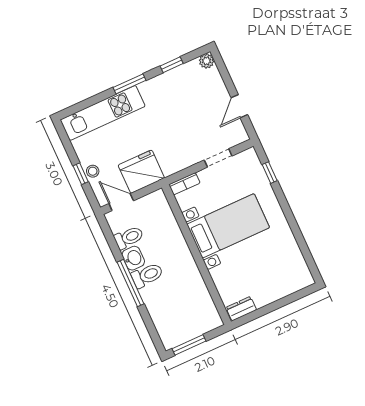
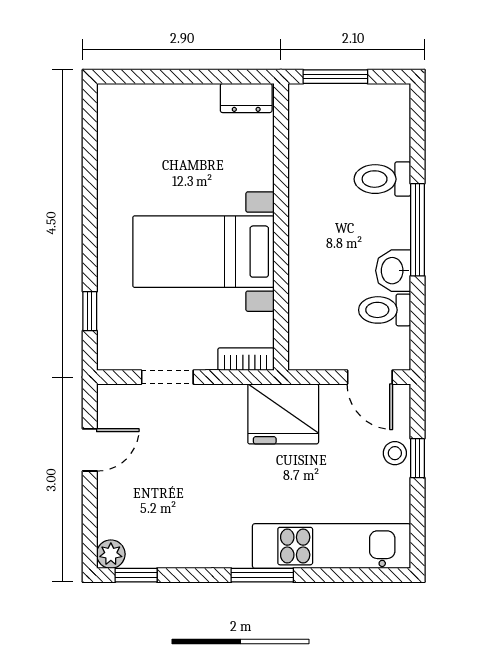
window: (172, 65) -> (136, 575), moved
fridge: (141, 172) -> (283, 414), moved
toilet: (147, 275) -> (382, 179), moved
window: (189, 345) -> (335, 77), moved

